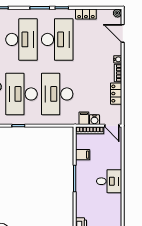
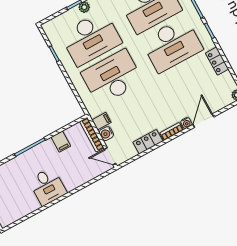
door: (123, 33) -> (203, 121), moved
desk: (21, 94) -> (91, 38), turned 180
door: (112, 126) -> (110, 156), hinge flipped

